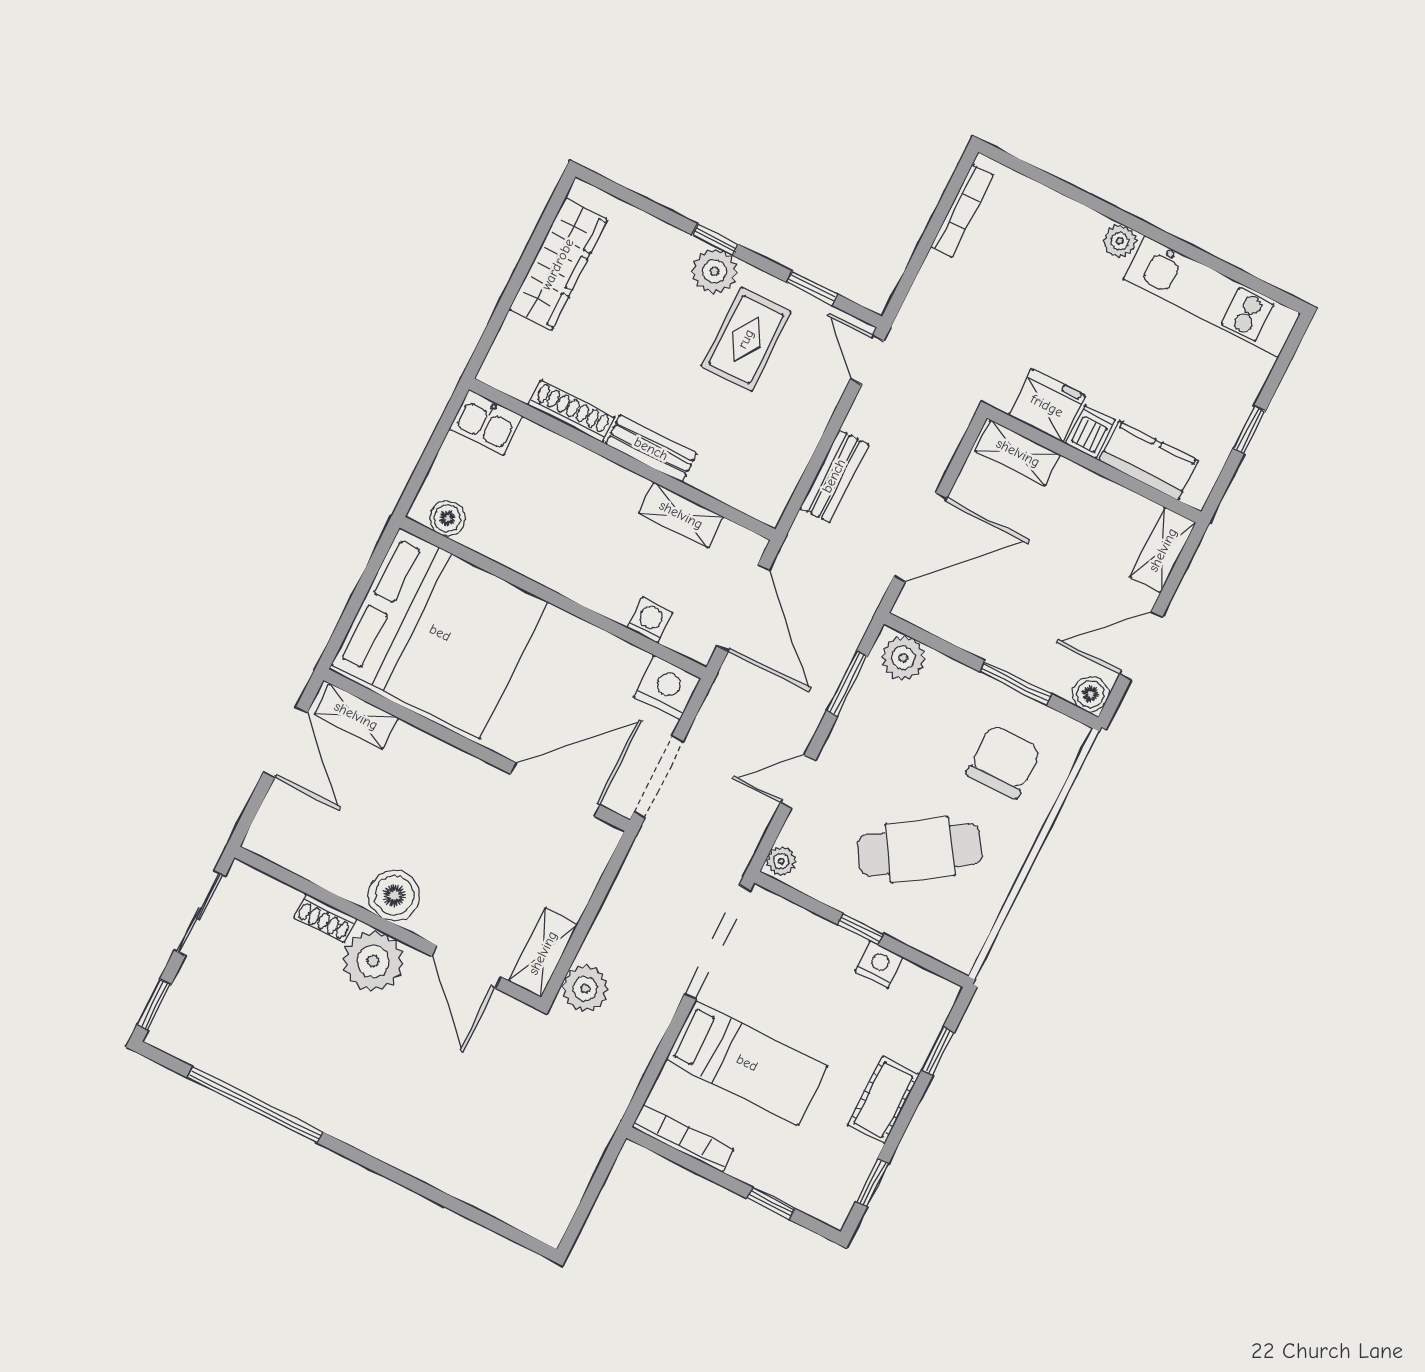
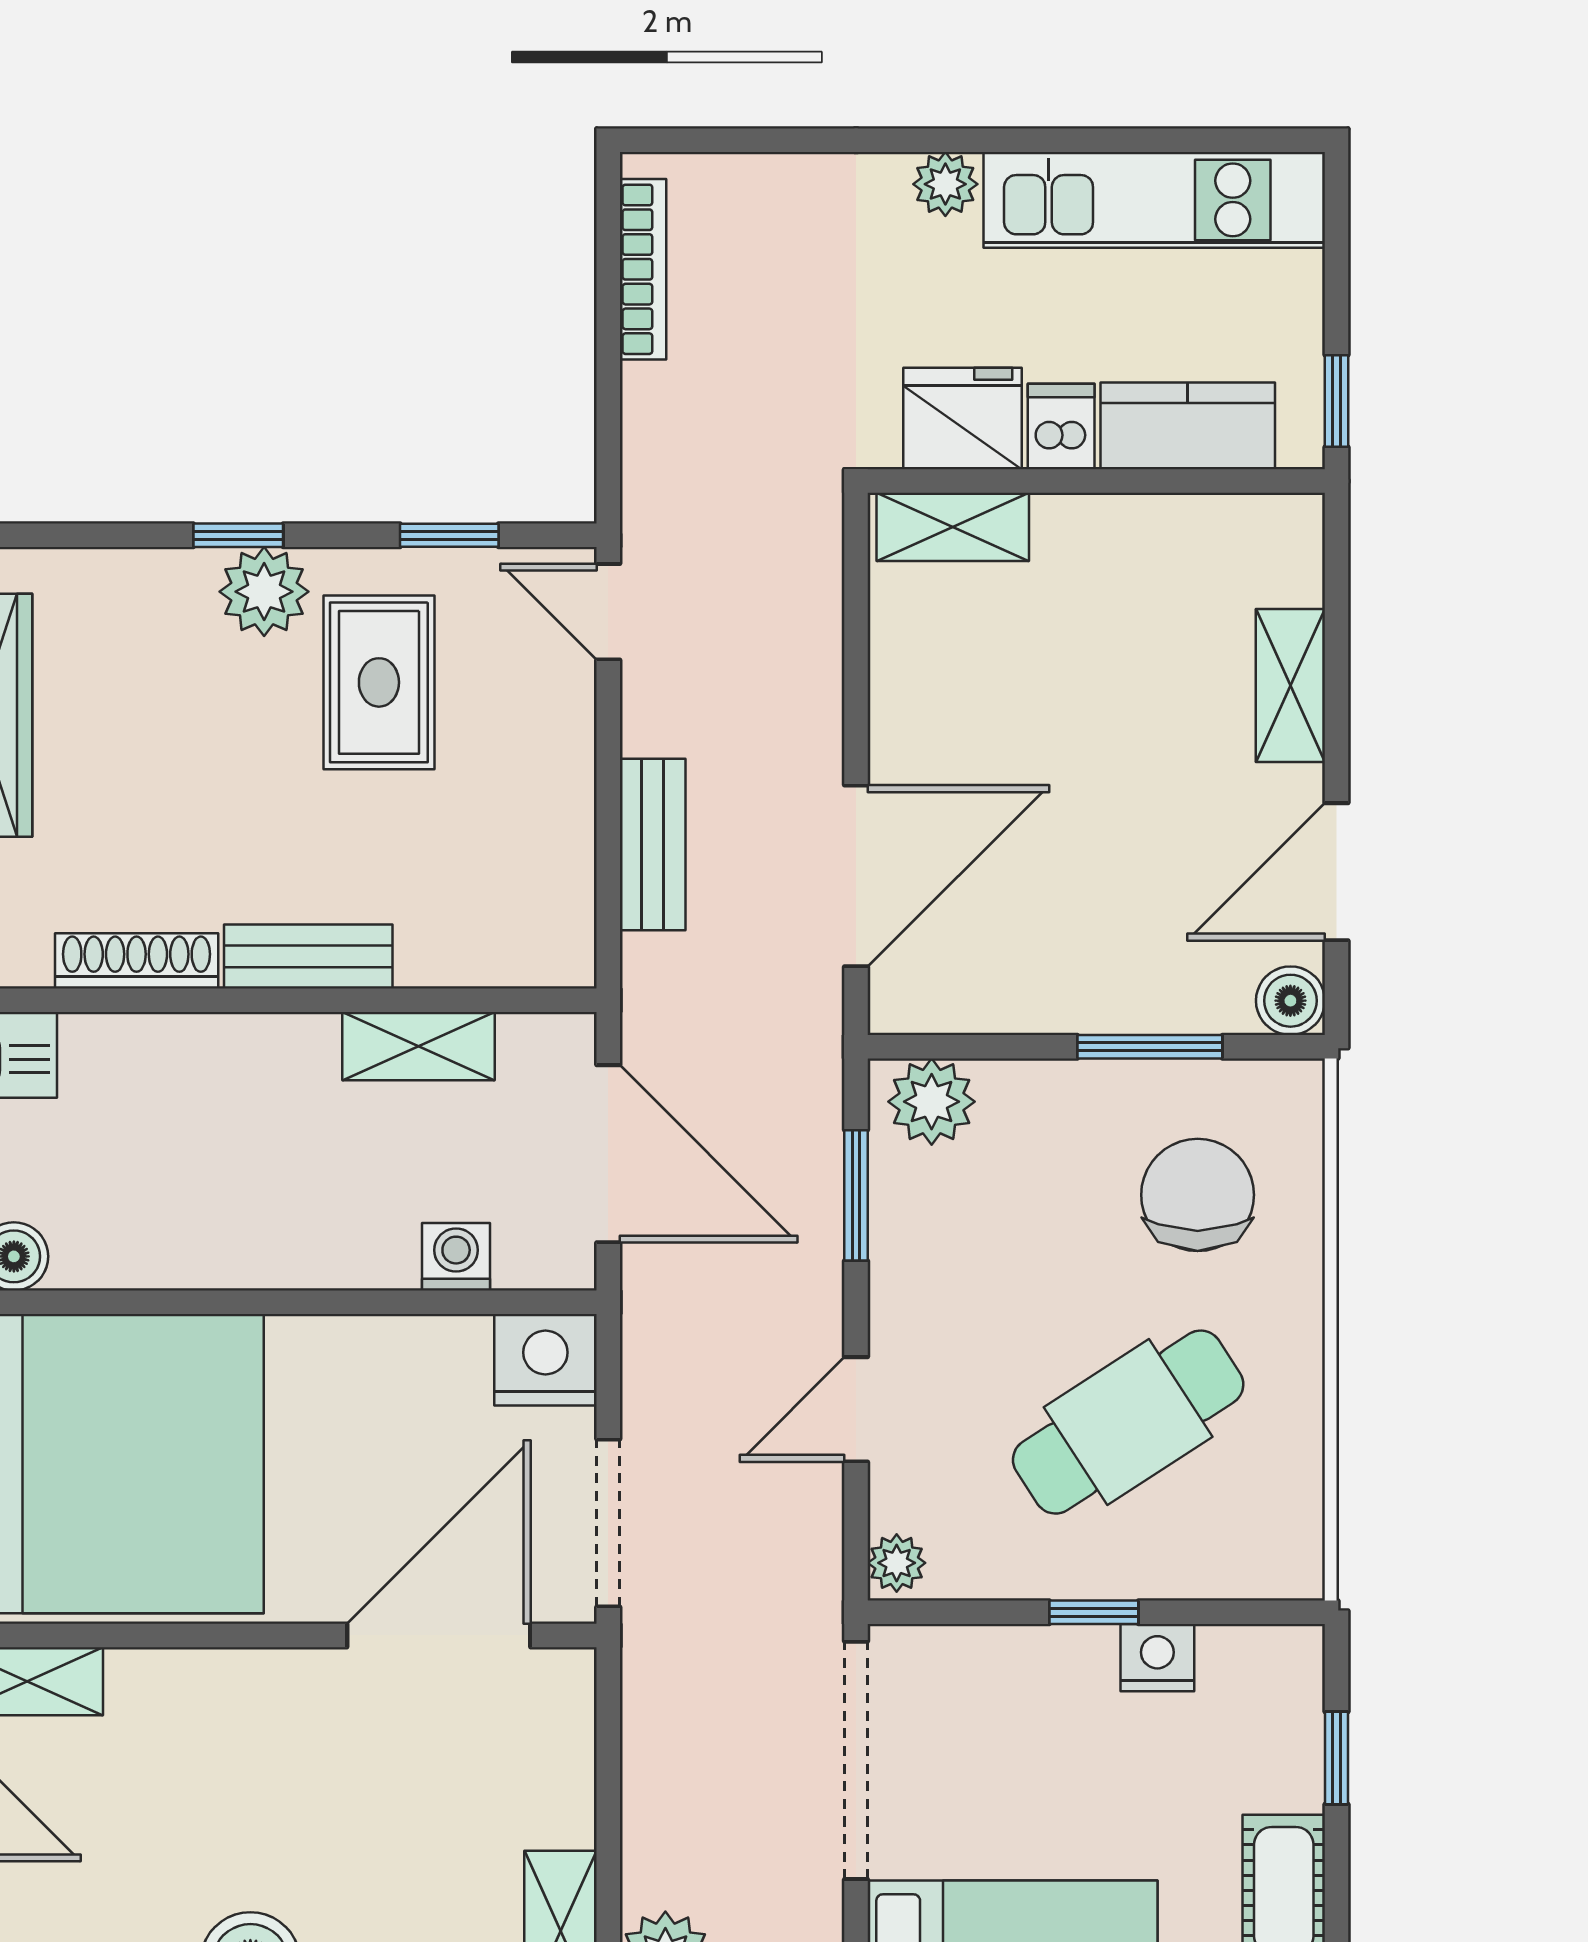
fridge: (1047, 406) -> (962, 419), moved
dishwasher: (1090, 432) -> (1061, 427), moved
shelving: (1018, 453) -> (953, 527), moved
kitchen counter: (1149, 461) -> (1188, 426), moved
wall: (1094, 465) -> (1096, 481), moved

